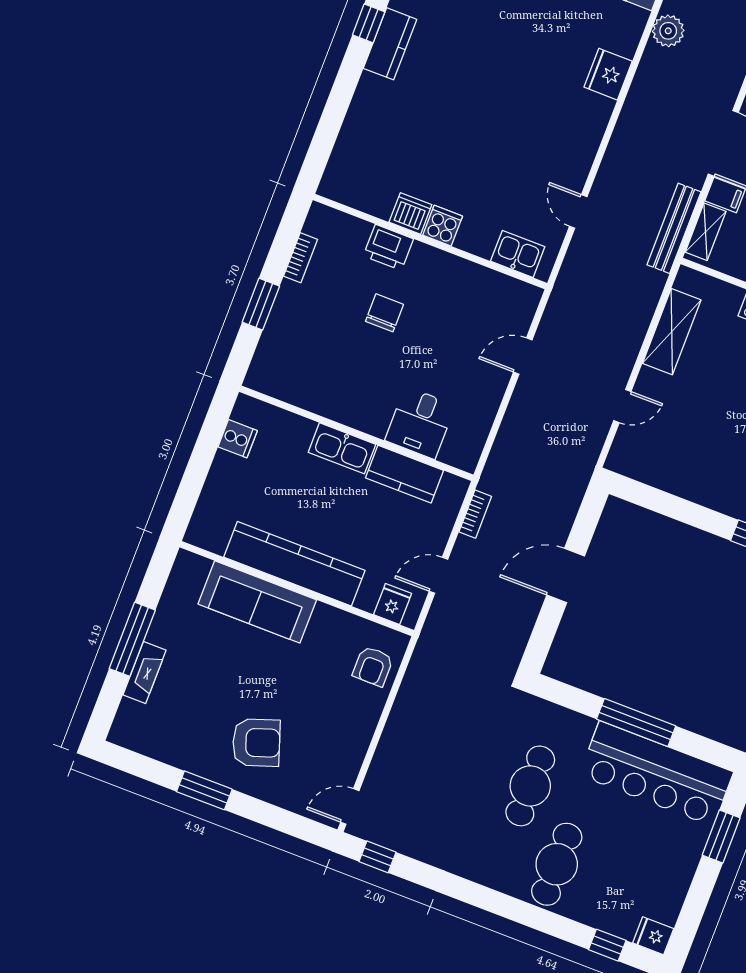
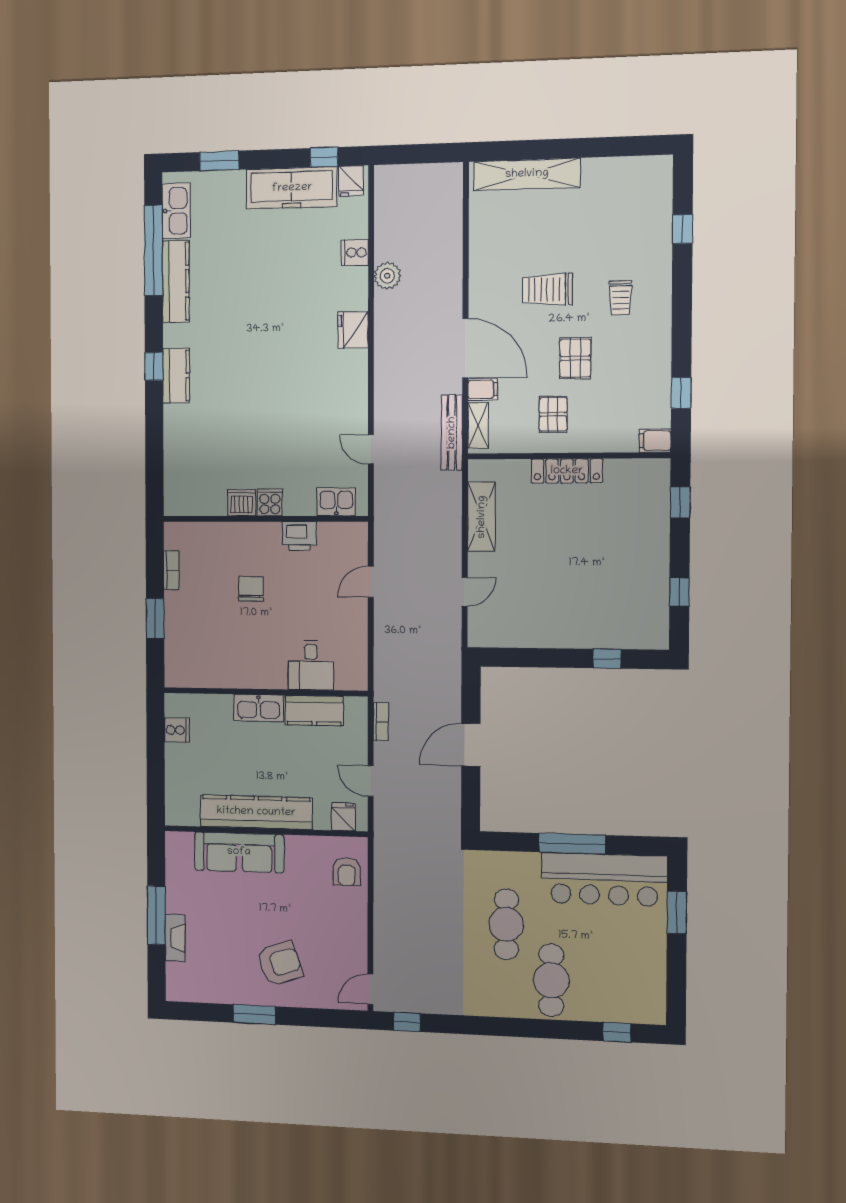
printer: (388, 247) -> (299, 536), moved
door: (439, 575) -> (371, 781), hinge flipped
fridge: (653, 936) -> (652, 1012), removed

